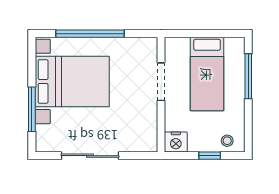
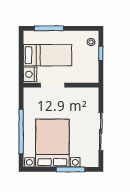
nightstand: (176, 142) -> (30, 74), moved, turned 180

